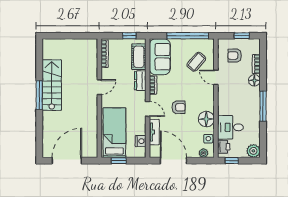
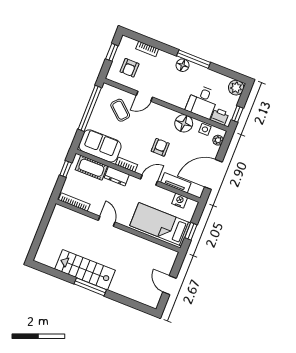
floor lamp: (254, 80) -> (183, 65), moved
door: (67, 161) -> (170, 285), width x0.53

